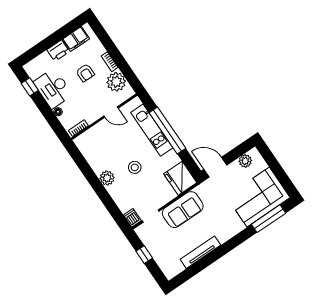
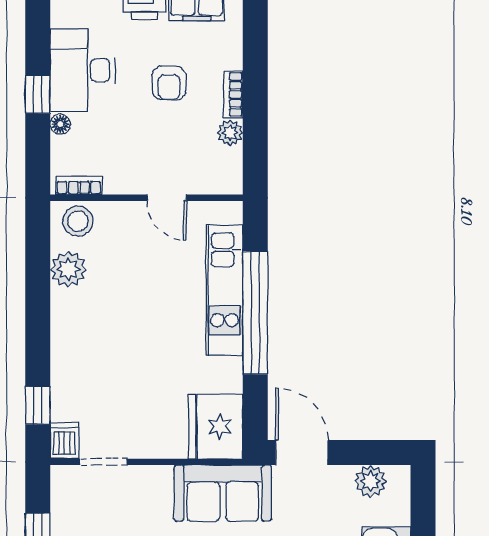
plant: (116, 82) -> (230, 133), width x0.53, depth x0.53
window: (30, 87) -> (38, 94), moved
stool: (135, 167) -> (78, 221), moved
plant: (107, 178) -> (68, 269), moved
sofa: (183, 210) -> (223, 493), moved
window: (115, 212) -> (38, 405), added

